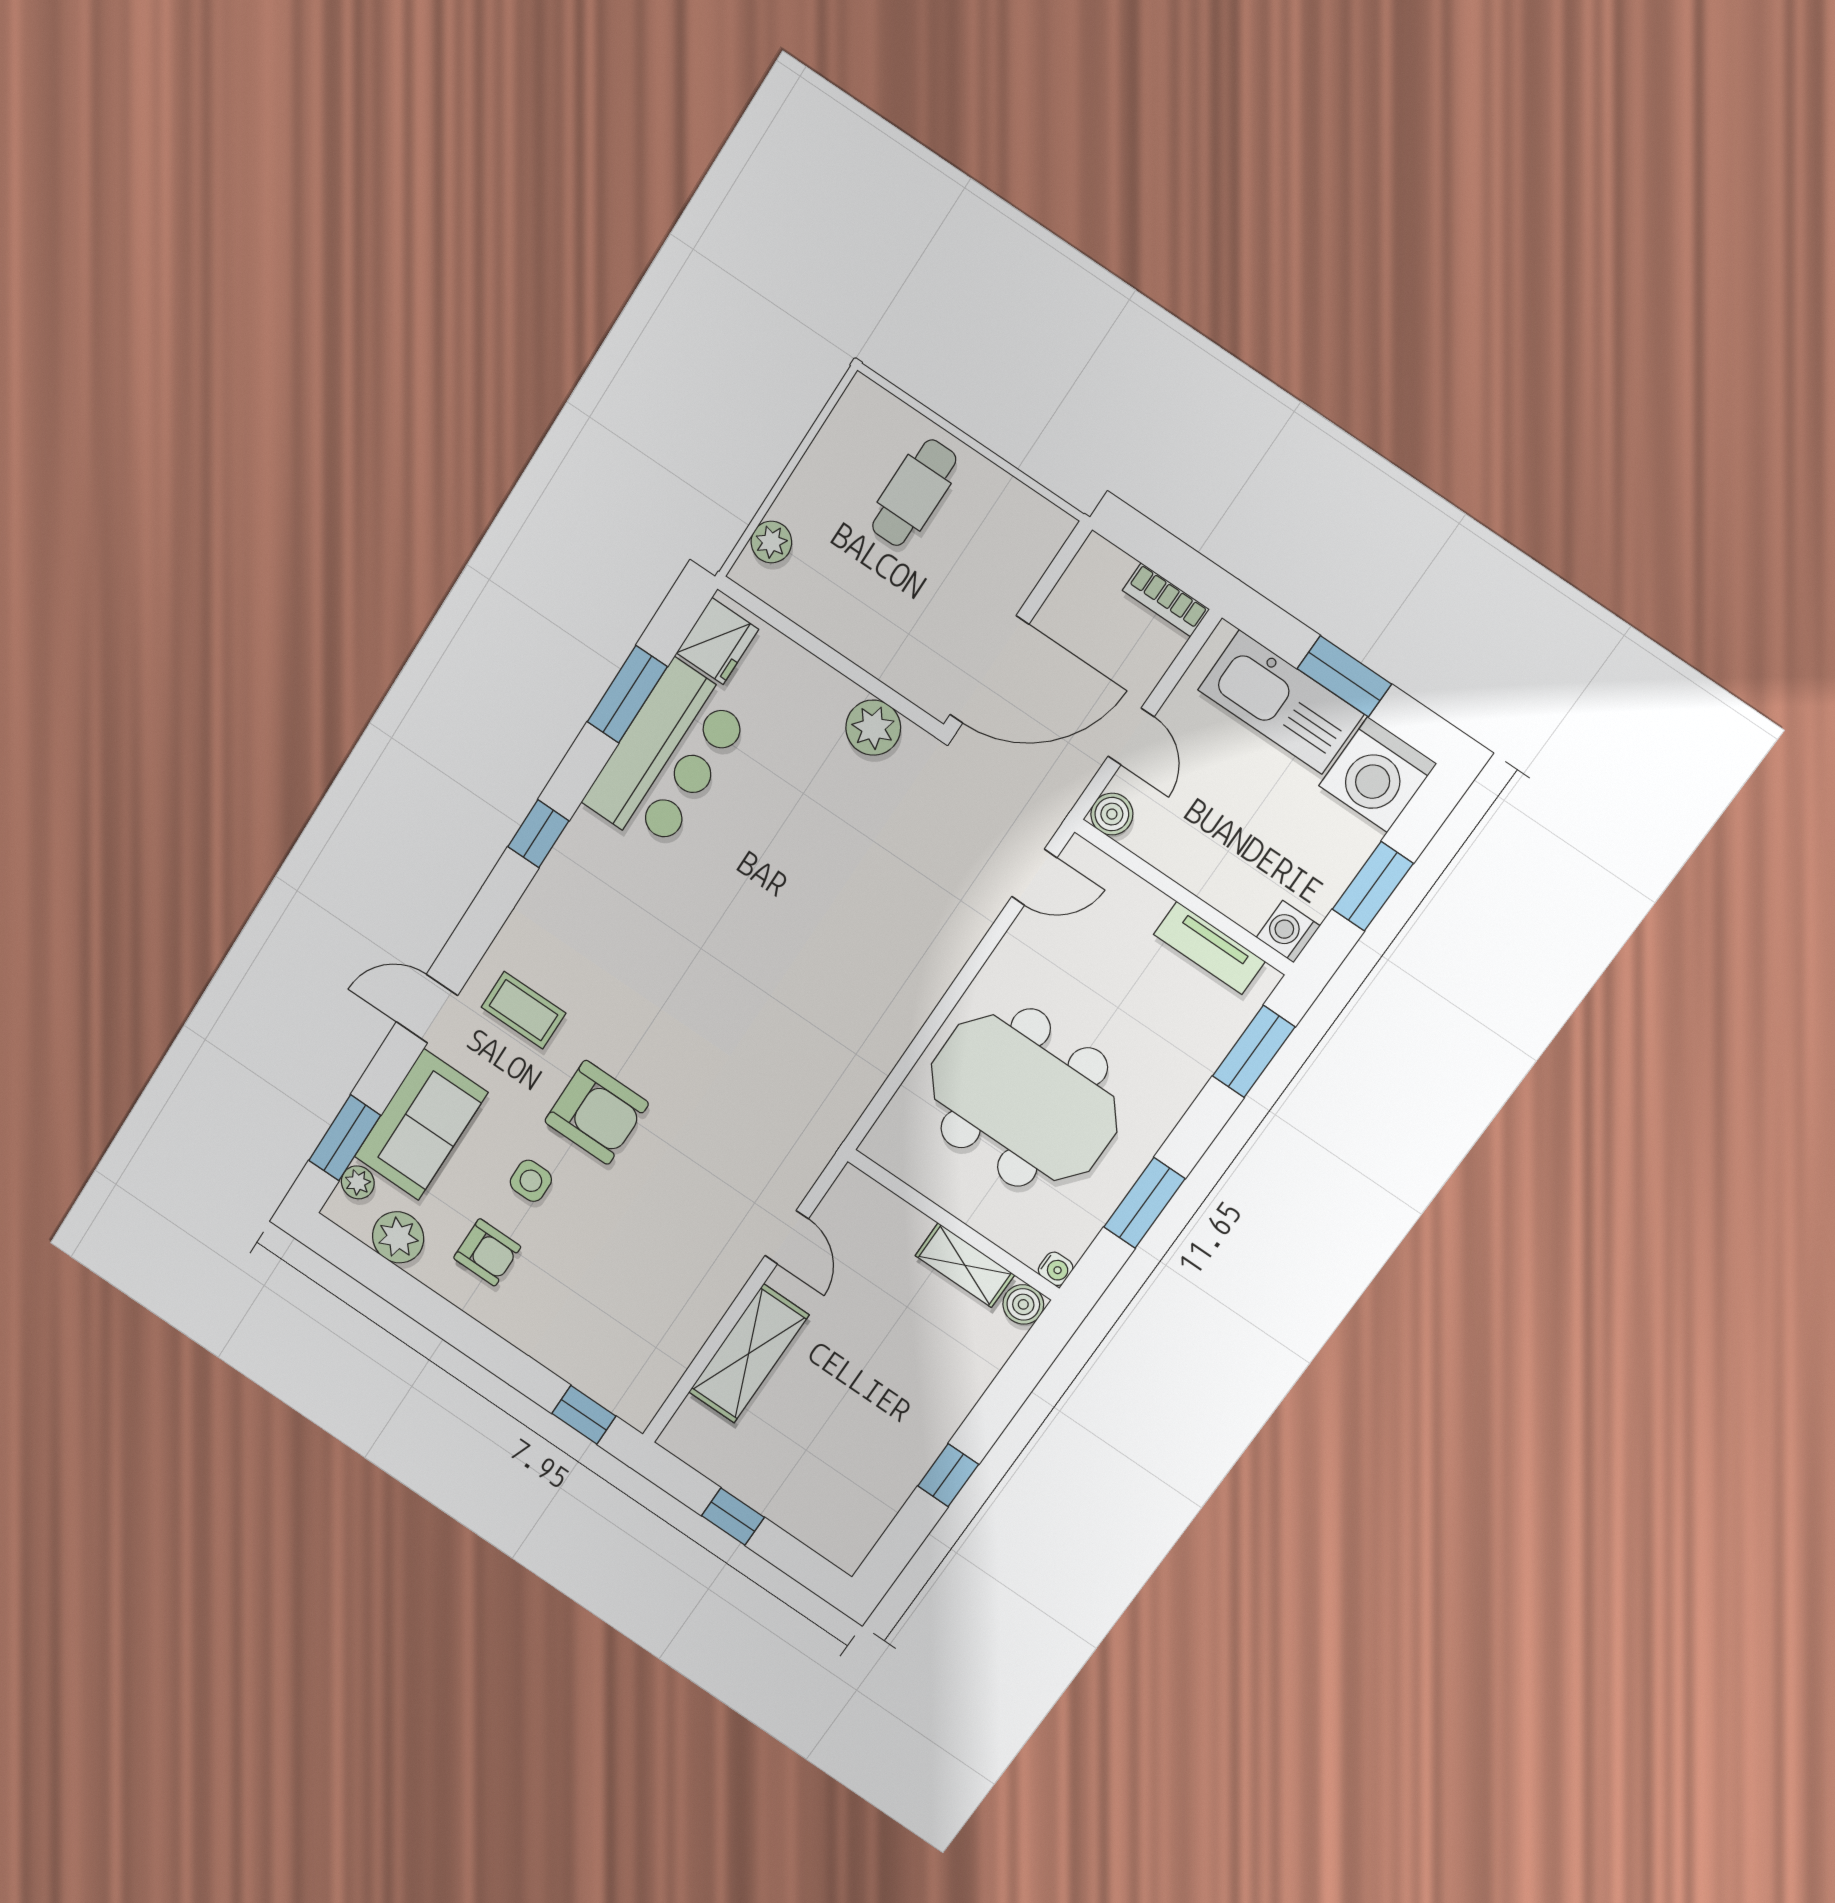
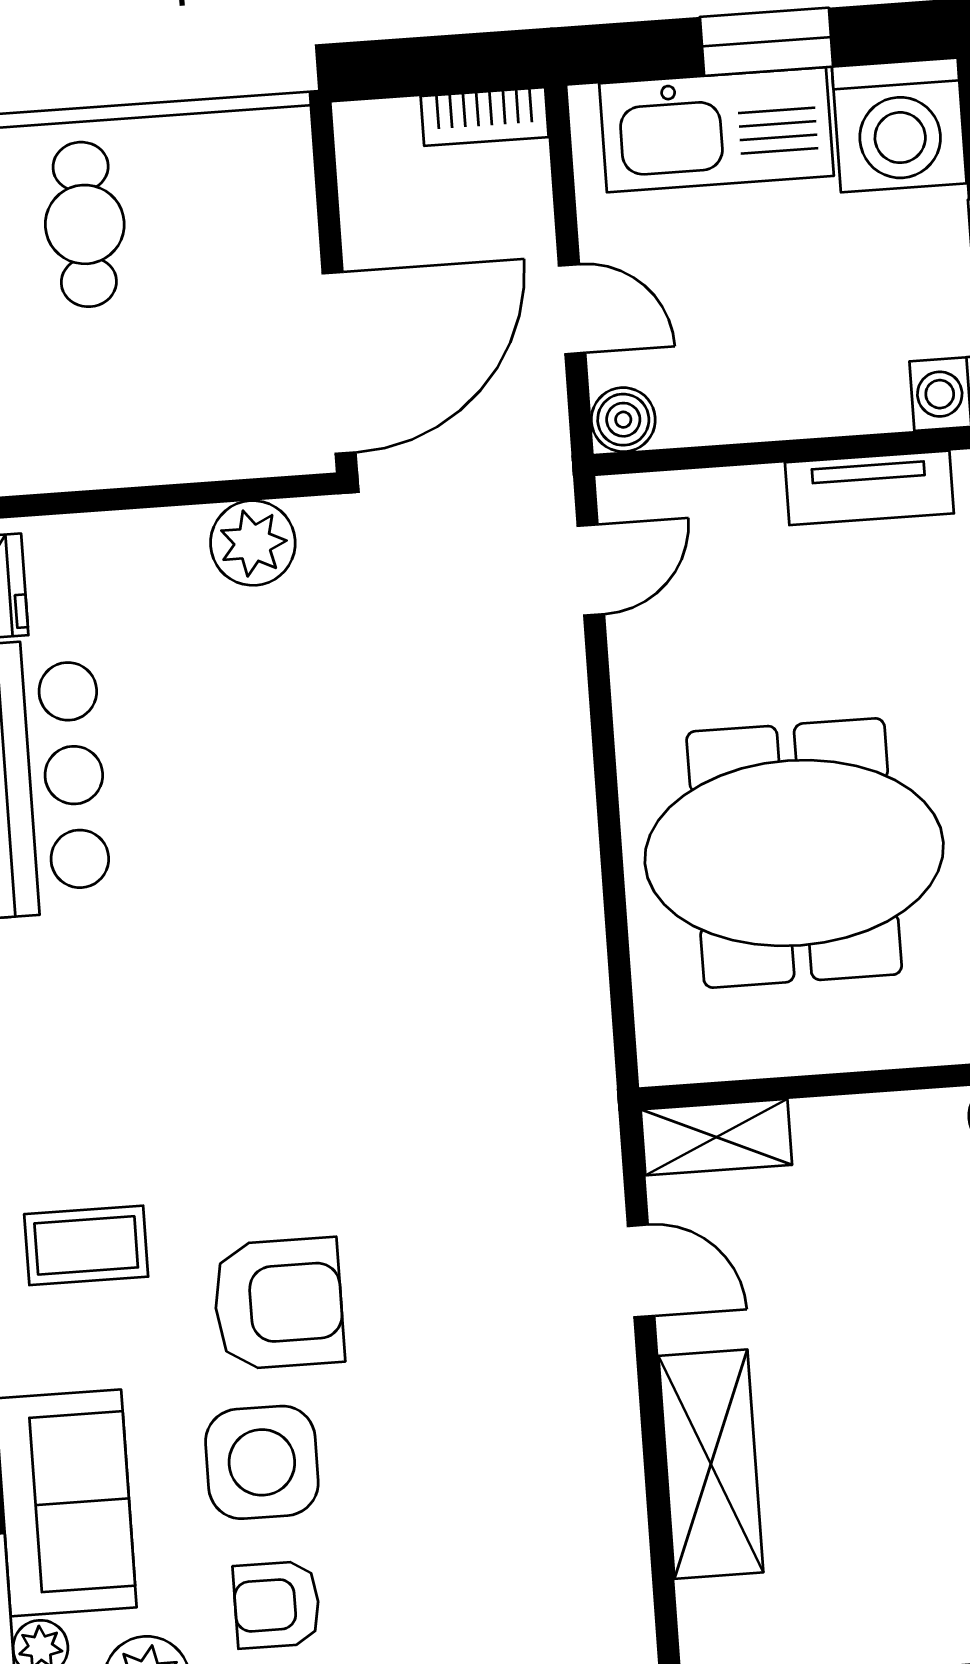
side table: (531, 1181) -> (262, 1462), width x1.87, depth x1.87
armchair: (487, 1252) -> (277, 1605), turned 180
shelving: (965, 1265) -> (716, 1137), moved

